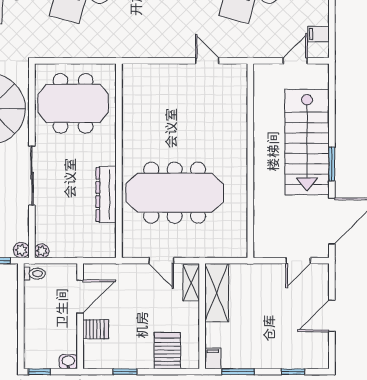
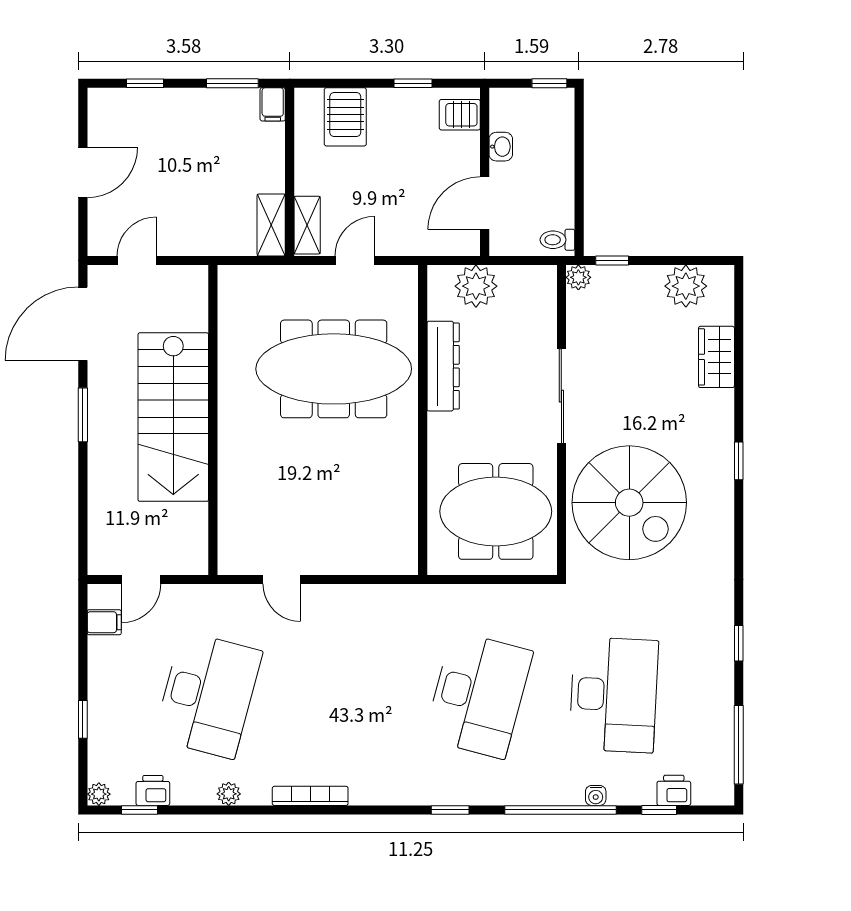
stairs: (307, 142) -> (173, 417), moved, turned 180
plant: (42, 251) -> (476, 286), moved, width x1.88, depth x1.88
door: (161, 261) -> (355, 260), hinge flipped
shelving: (217, 293) -> (271, 225), width x0.67, depth x0.75
server rack: (96, 329) -> (460, 115), moved
washbasin: (68, 362) -> (501, 147), moved, turned -90

